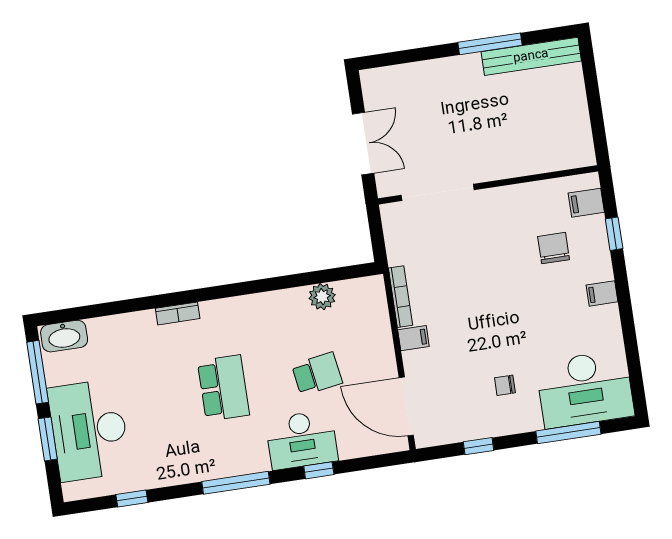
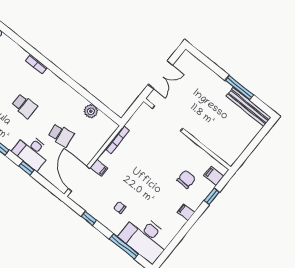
filing cabinet: (413, 338) -> (99, 168), moved
school desk: (223, 388) -> (24, 106), width x0.54

